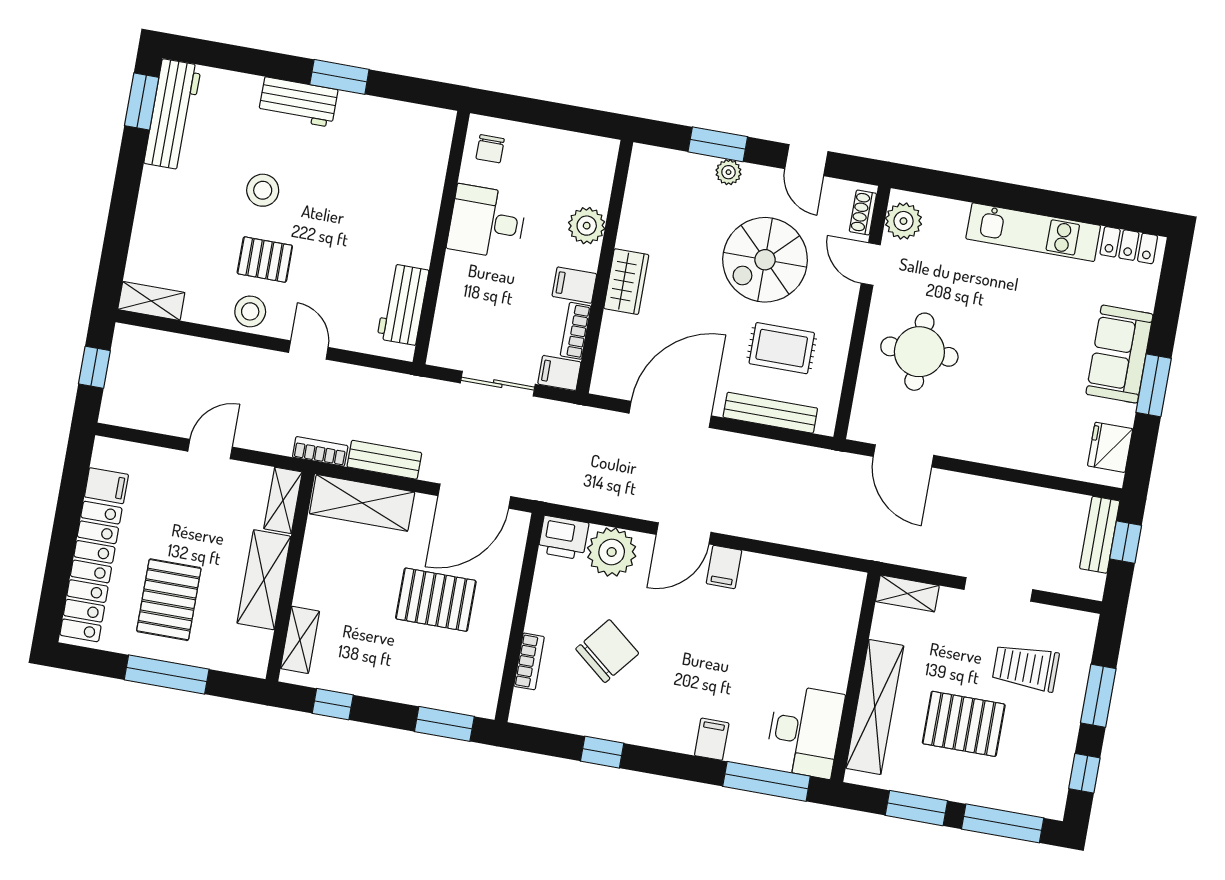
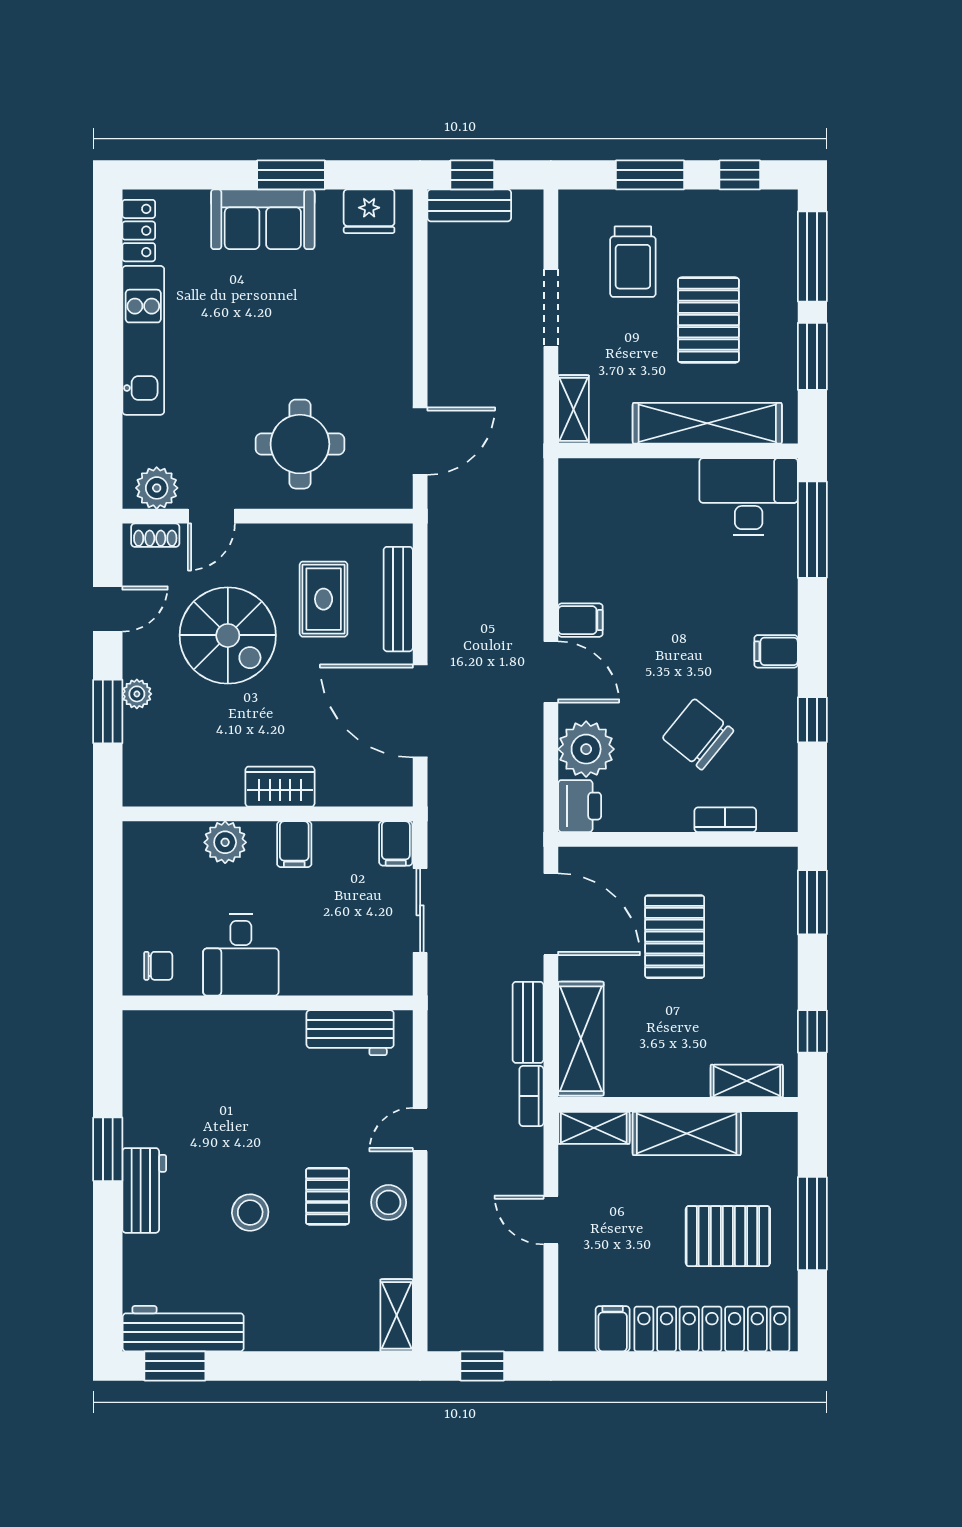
bookcase: (576, 331) -> (345, 834), removed
filing cabinet: (712, 739) -> (776, 651), moved

